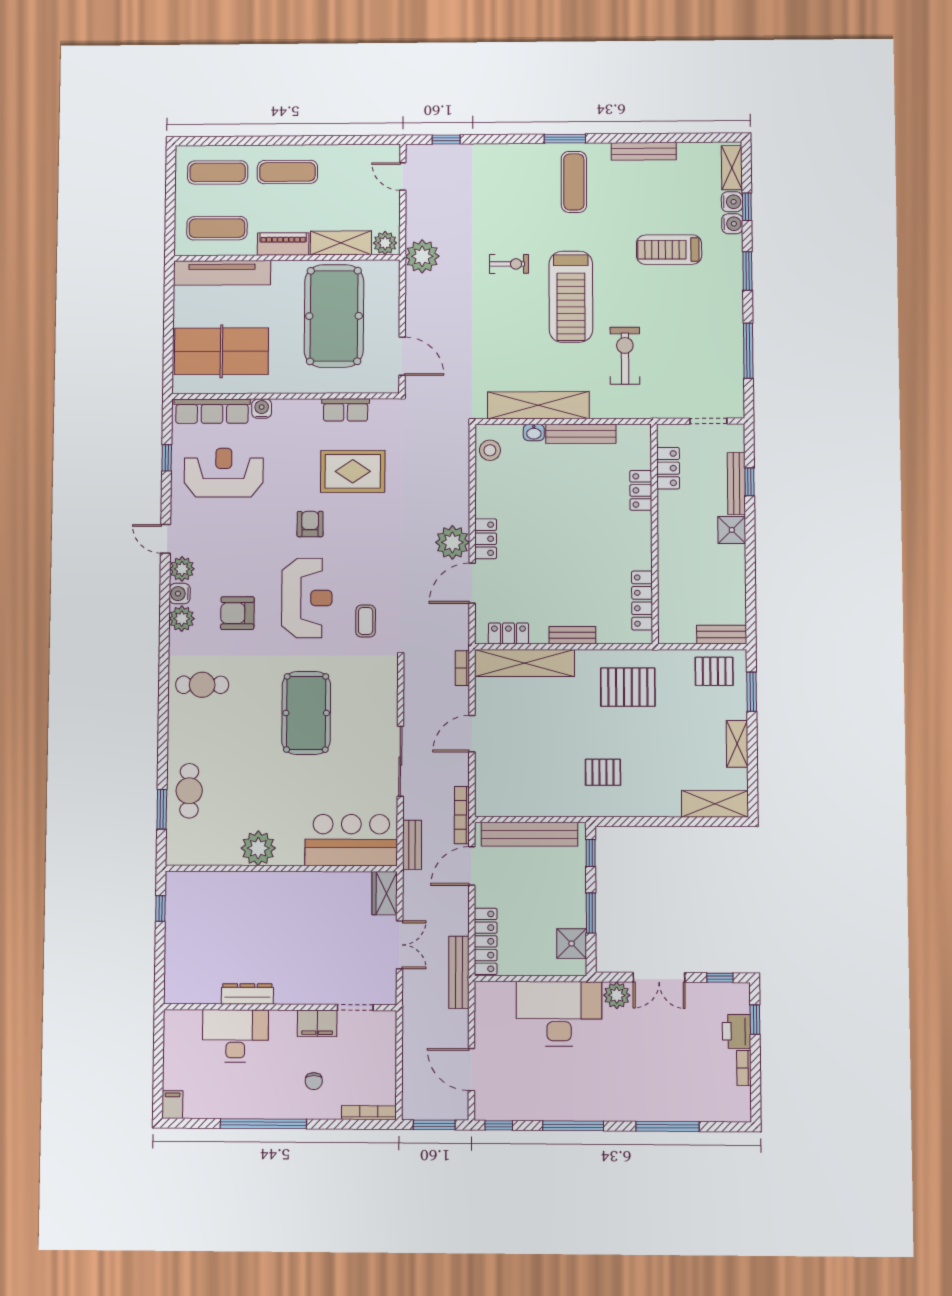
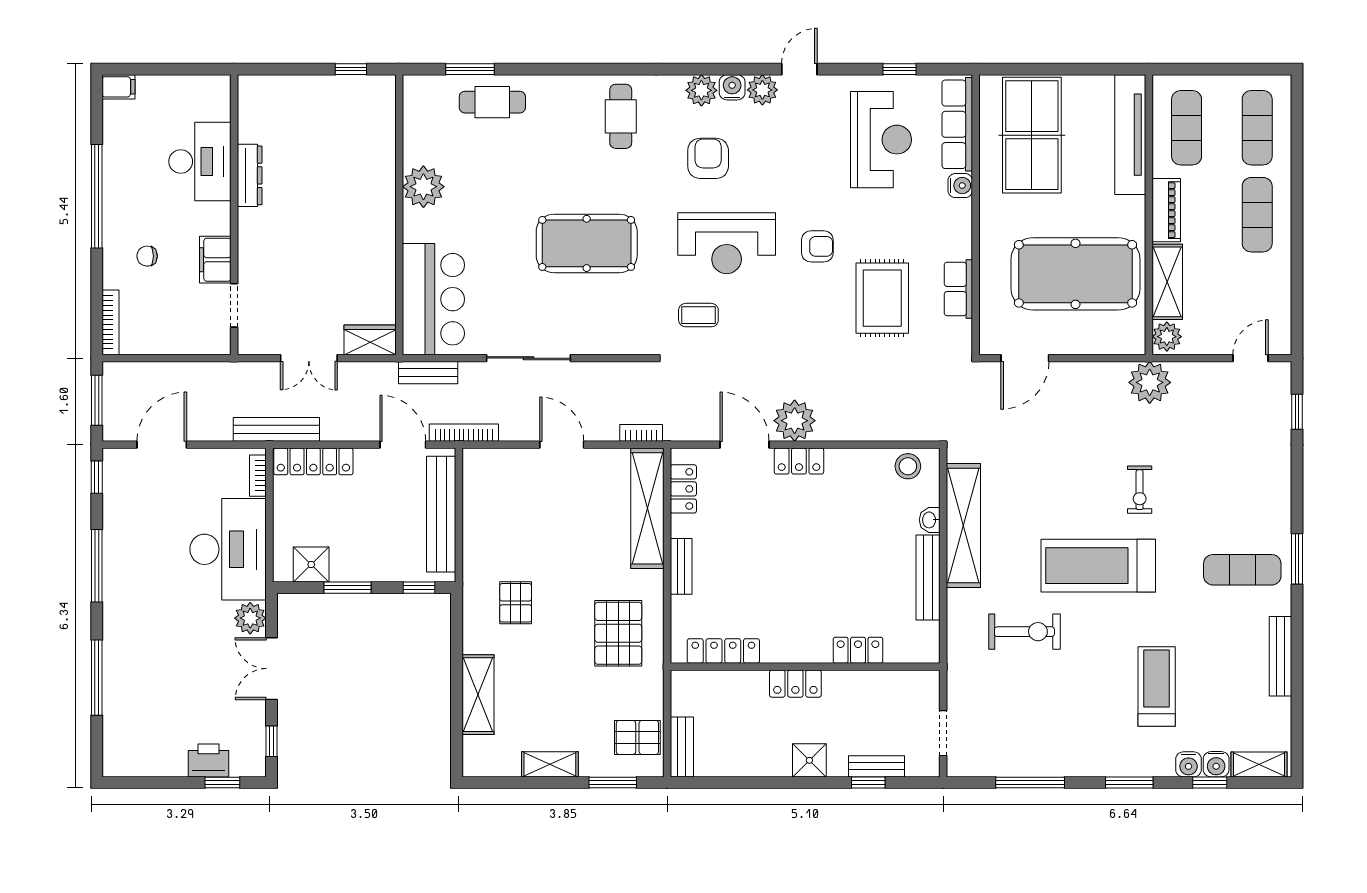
locker: (668, 468) -> (795, 684), moved
bench: (736, 483) -> (876, 766), width x0.73
pallet: (714, 671) -> (637, 737), turned 90
shelving: (715, 804) -> (478, 695), moved
bookcase: (744, 1068) -> (258, 476), moved, turned -90

